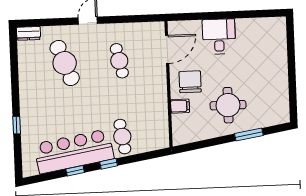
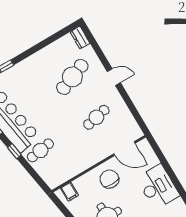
desk: (219, 37) -> (158, 187), width x1.37
chair: (190, 82) -> (109, 179), turned -90
filing cabinet: (180, 106) -> (70, 192), moved

